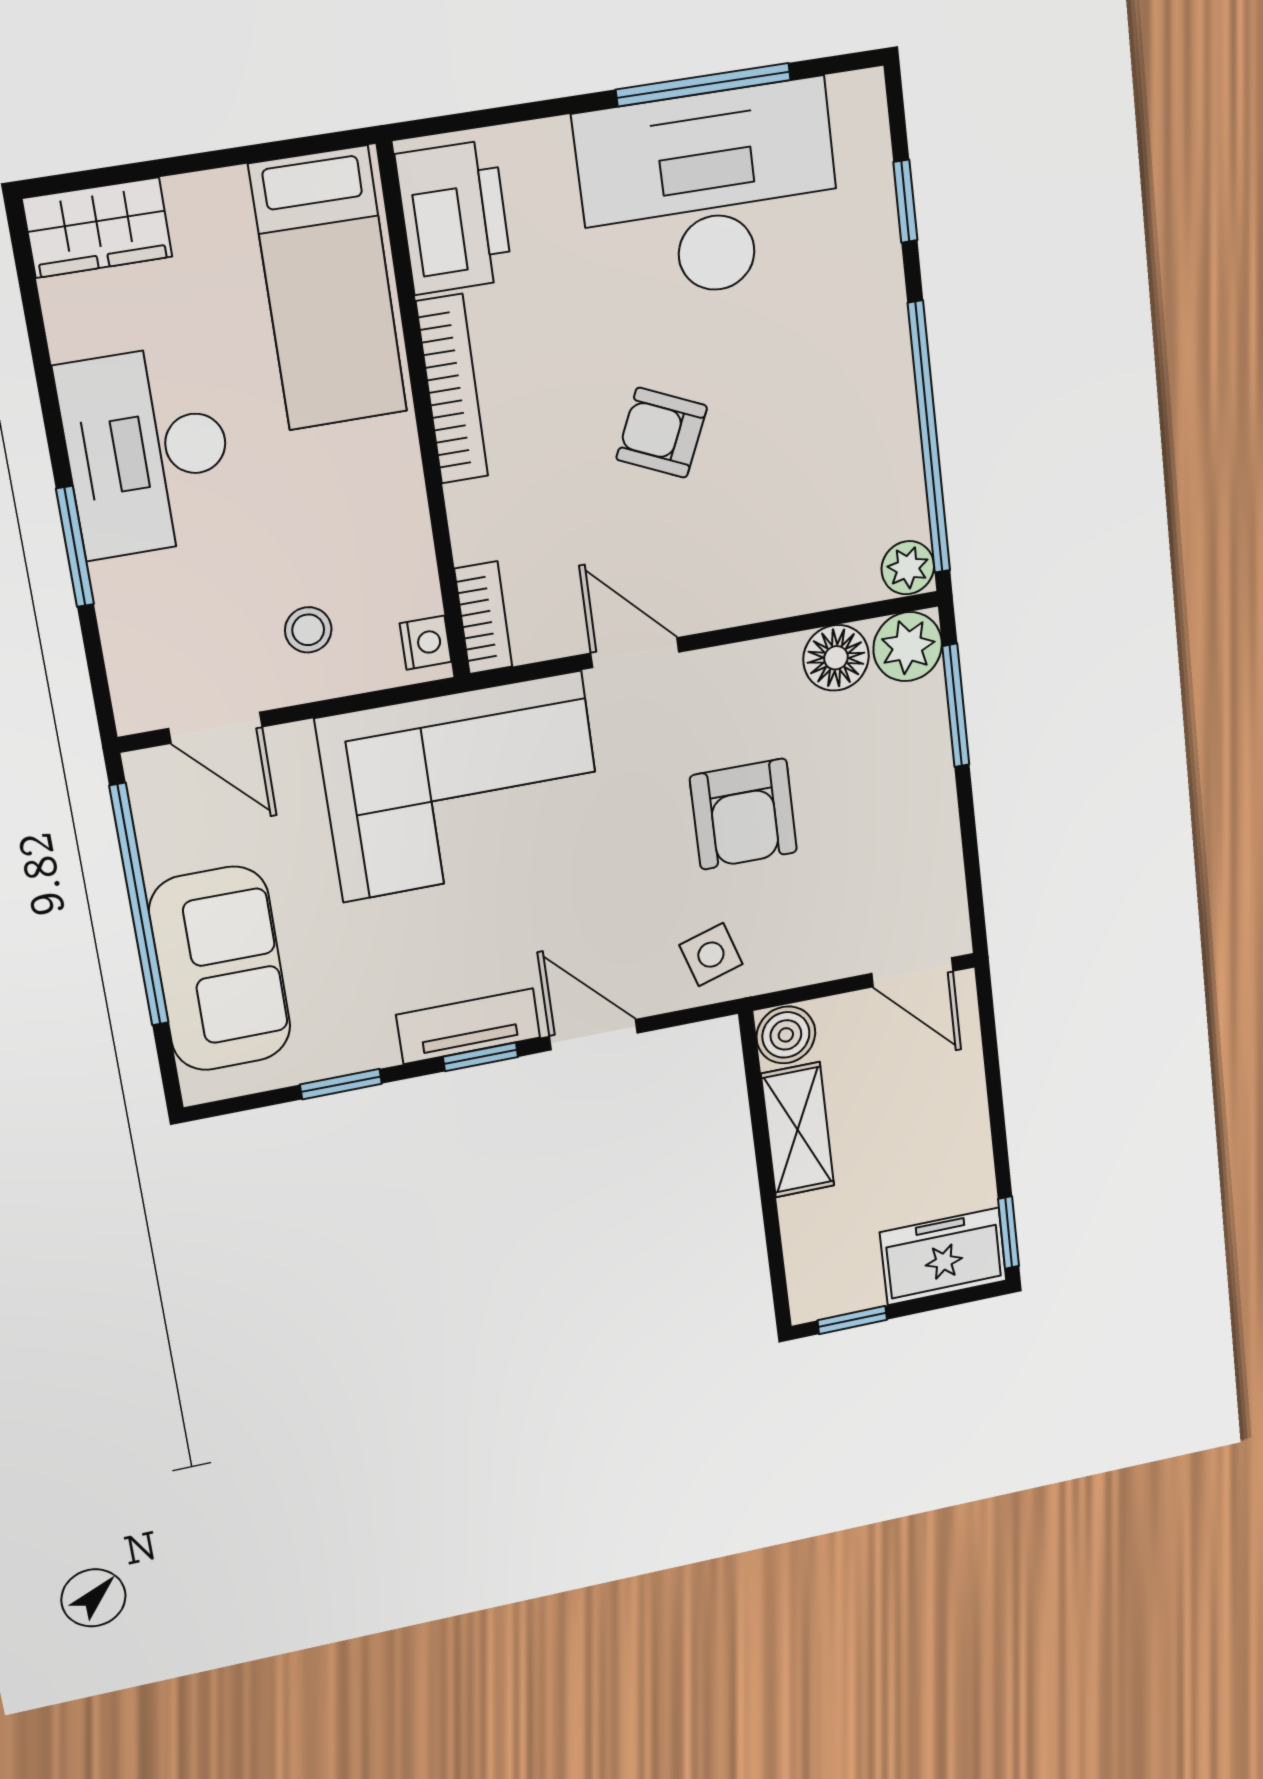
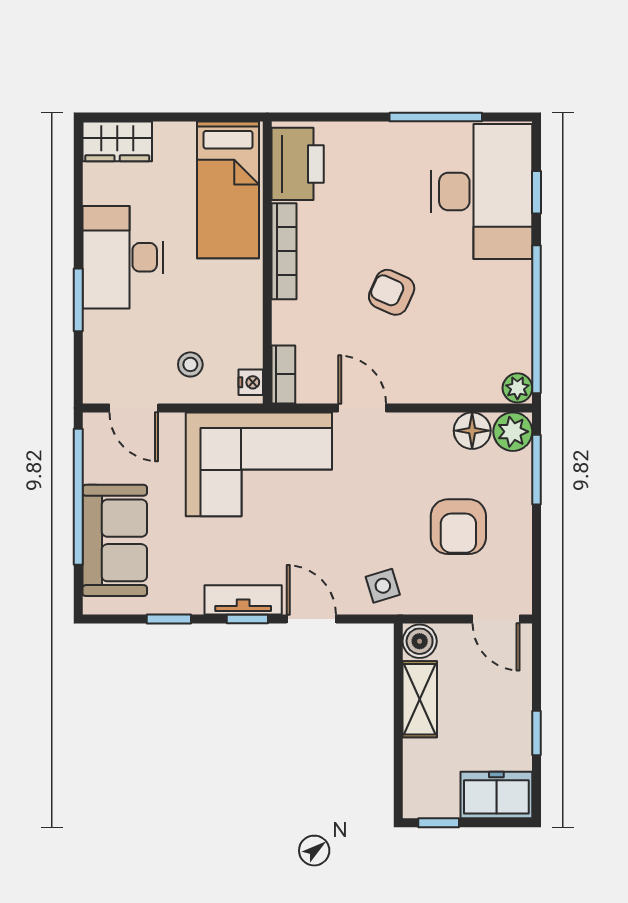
desk: (710, 193) -> (482, 191), moved, turned 90
armchair: (743, 814) -> (458, 527), moved
window: (1009, 1233) -> (537, 733), moved

